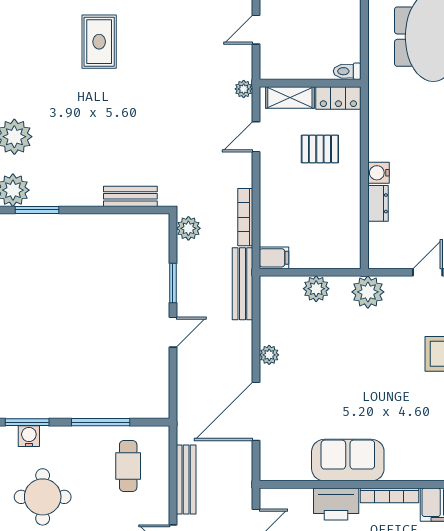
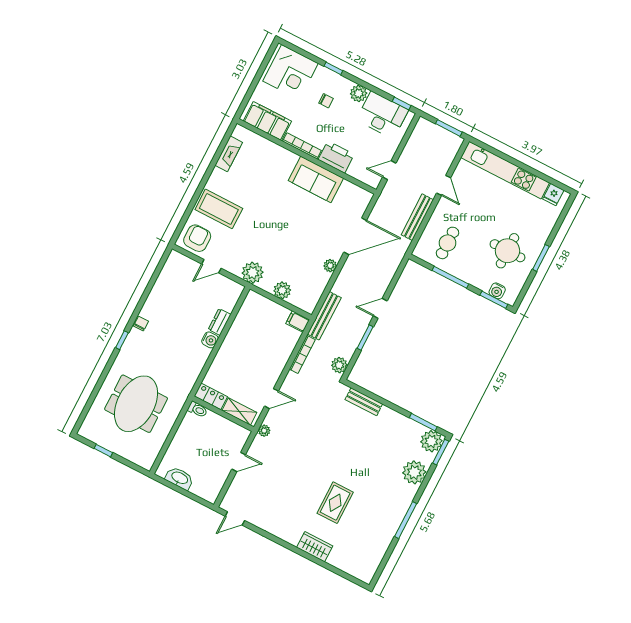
pallet: (320, 149) -> (237, 372), removed

